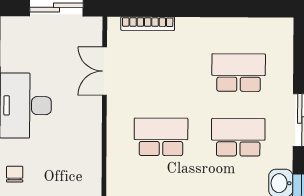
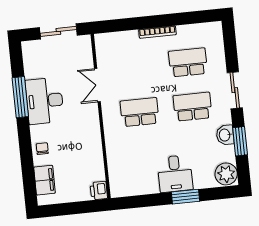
bookcase: (148, 24) -> (157, 32), moved
double door: (104, 71) -> (97, 85), moved

